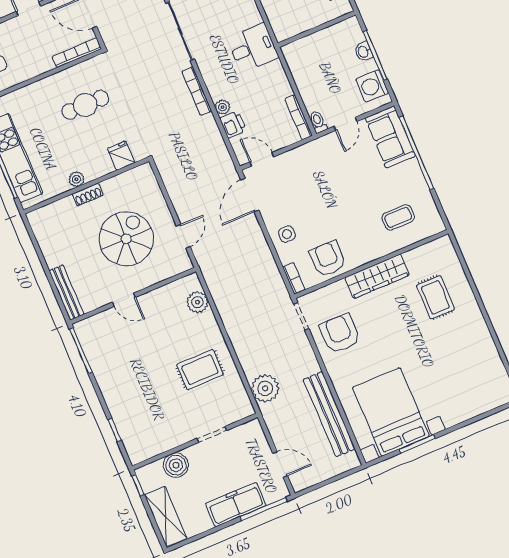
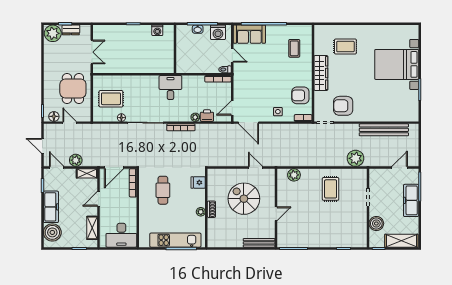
bed with nightstands: (391, 412) -> (397, 64), moved

